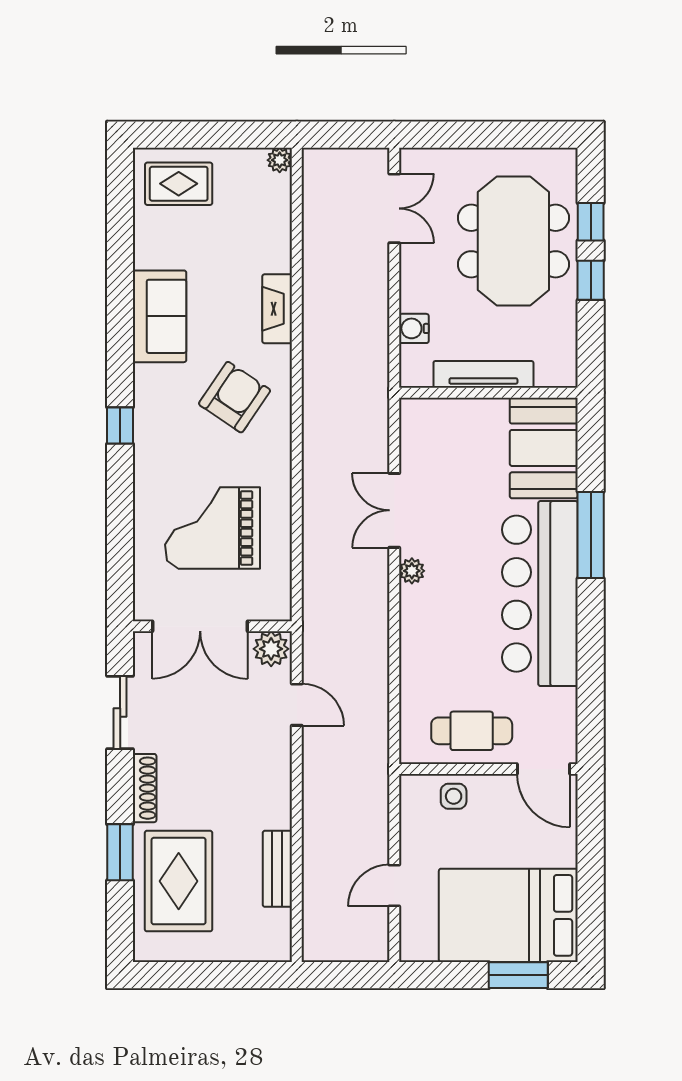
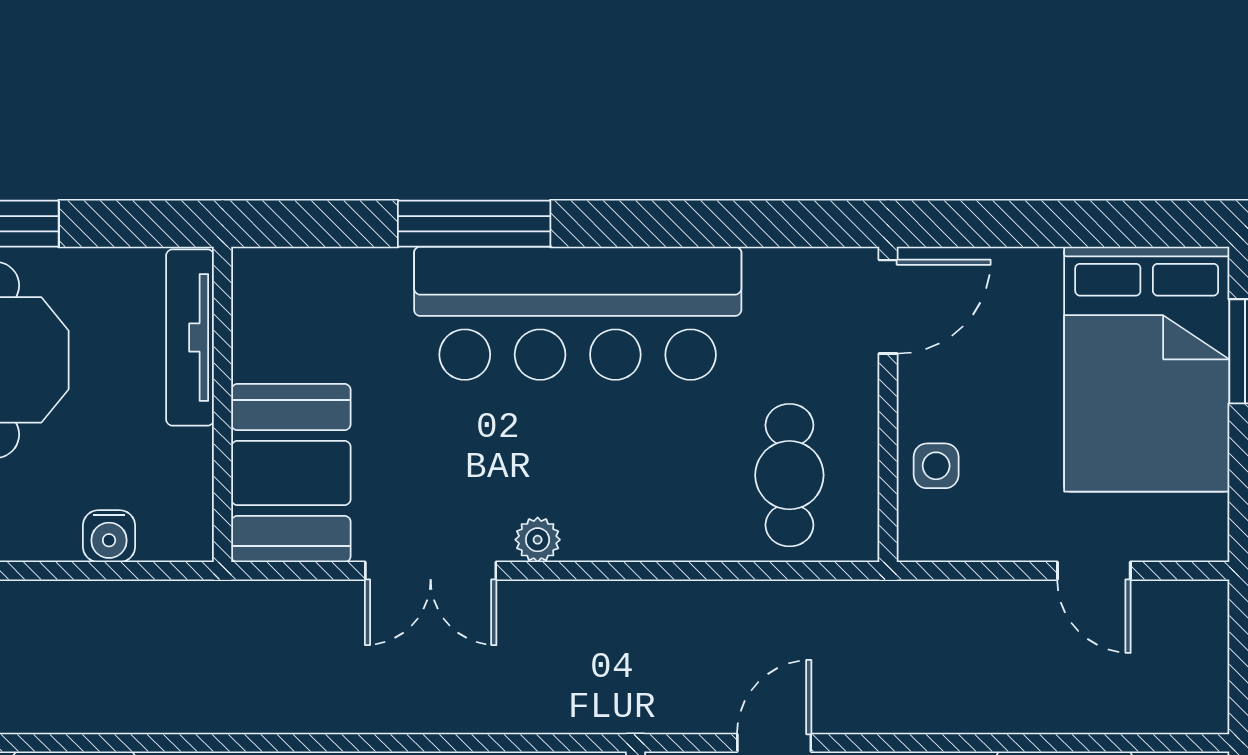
tv unit: (483, 374) -> (190, 338), moved
booth: (544, 448) -> (291, 473), moved, turned 90
cafe table: (472, 731) -> (789, 475), moved

